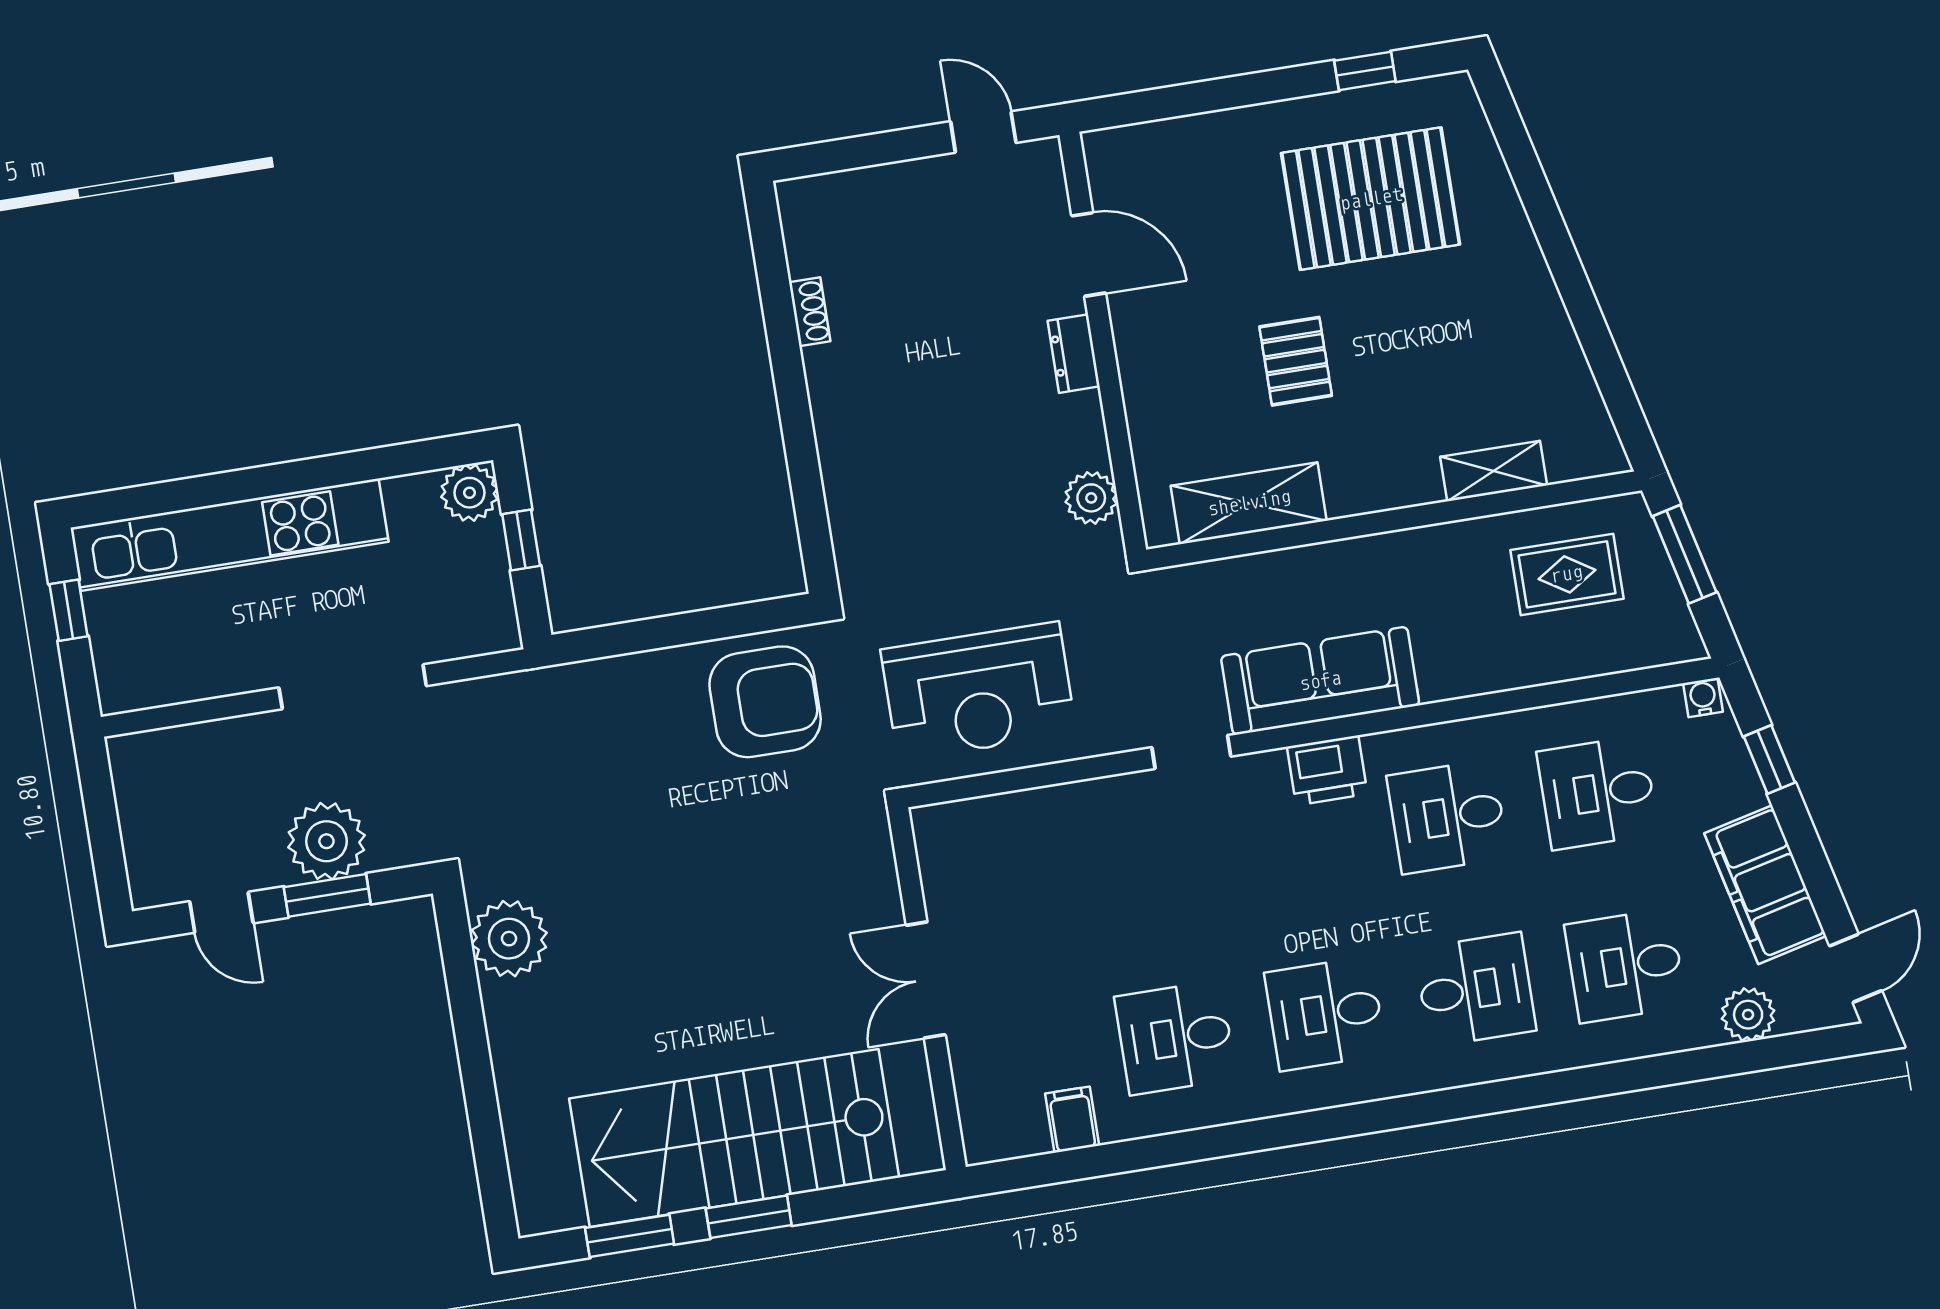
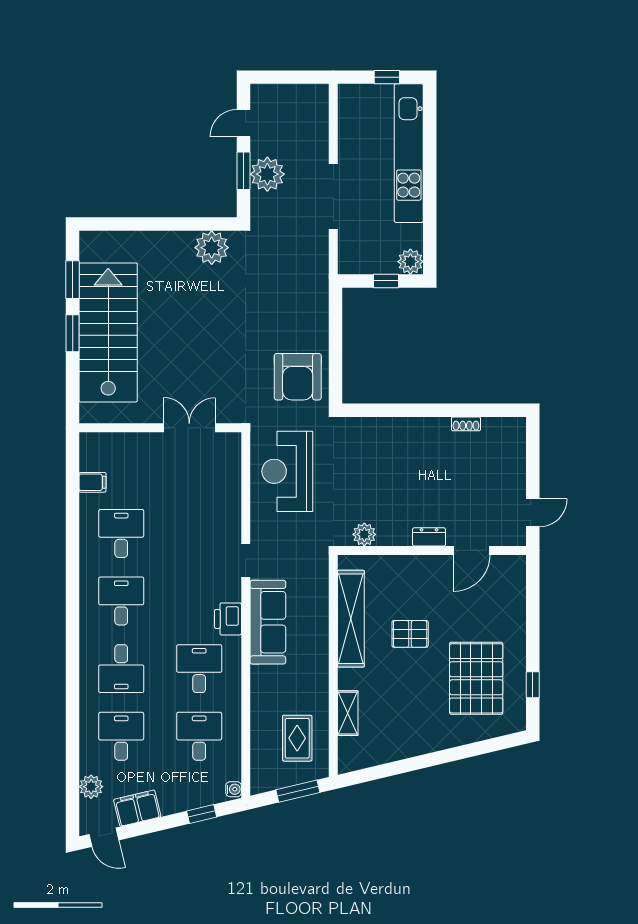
shelving: (1249, 503) -> (351, 619), width x1.47
filing cabinet: (1765, 885) -> (137, 808), width x0.67, depth x0.86
double door: (926, 980) -> (189, 428), moved

